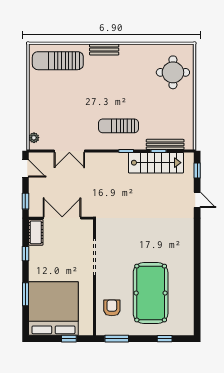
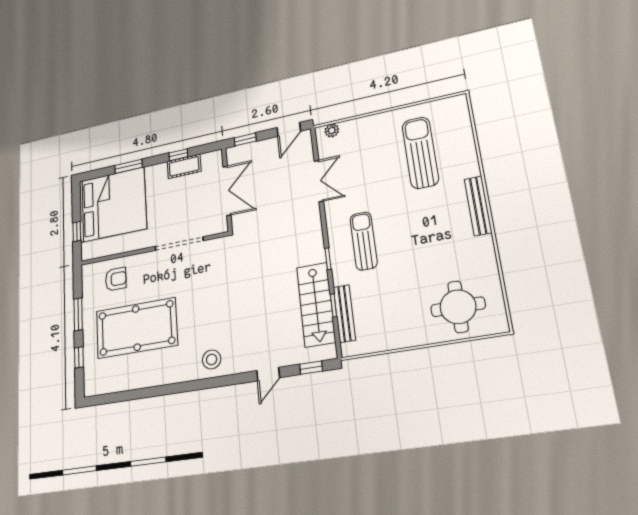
bench: (104, 50) -> (478, 206), width x1.36
sun lounger: (58, 61) -> (420, 153), moved
double door: (69, 151) -> (319, 181), swing flipped
cot: (36, 232) -> (184, 166), moved
stool: (181, 239) -> (212, 359), added
window: (117, 339) -> (78, 314), moved

